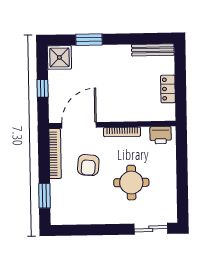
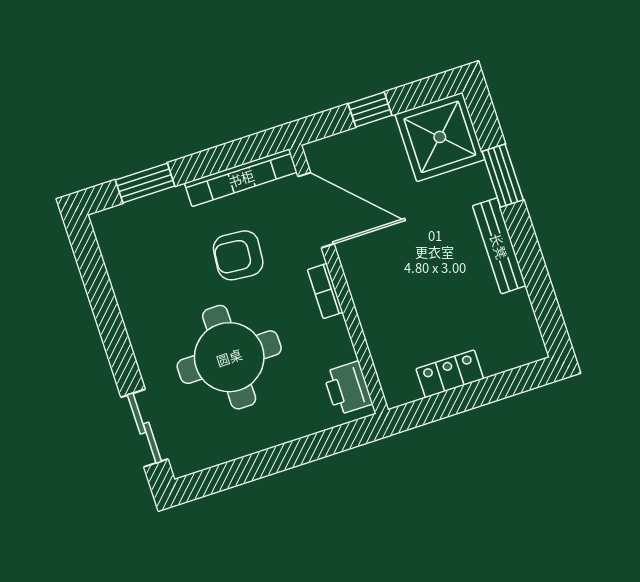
bench: (153, 50) -> (499, 246), moved
shower: (59, 57) -> (440, 137), width x1.37, depth x1.37
bookcase: (122, 132) -> (325, 291), width x0.64
round table: (131, 183) -> (229, 357), width x1.36, depth x1.36

